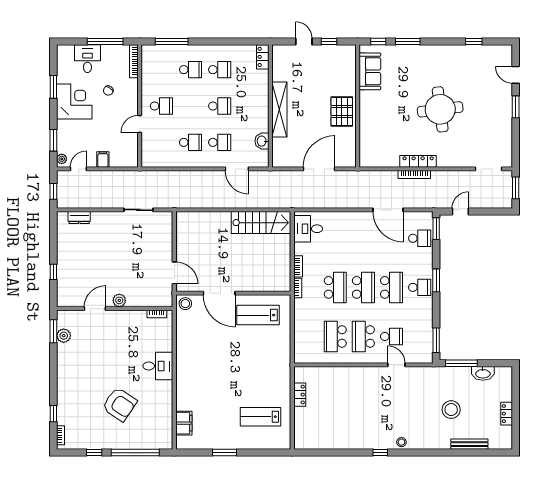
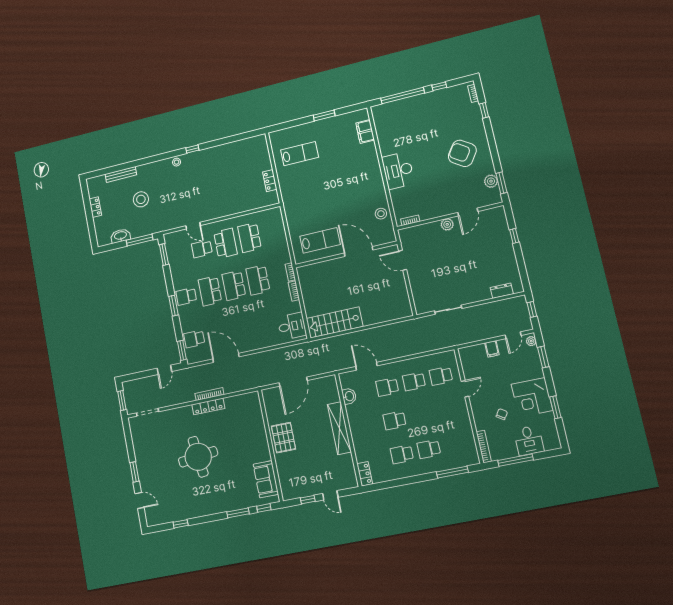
school desk: (161, 106) -> (441, 376), moved
stool: (185, 304) -> (381, 214), moved
school desk: (335, 336) -> (249, 238), turned 180
desk: (158, 366) -> (398, 171), width x1.37
armchair: (120, 404) -> (462, 153), moved

